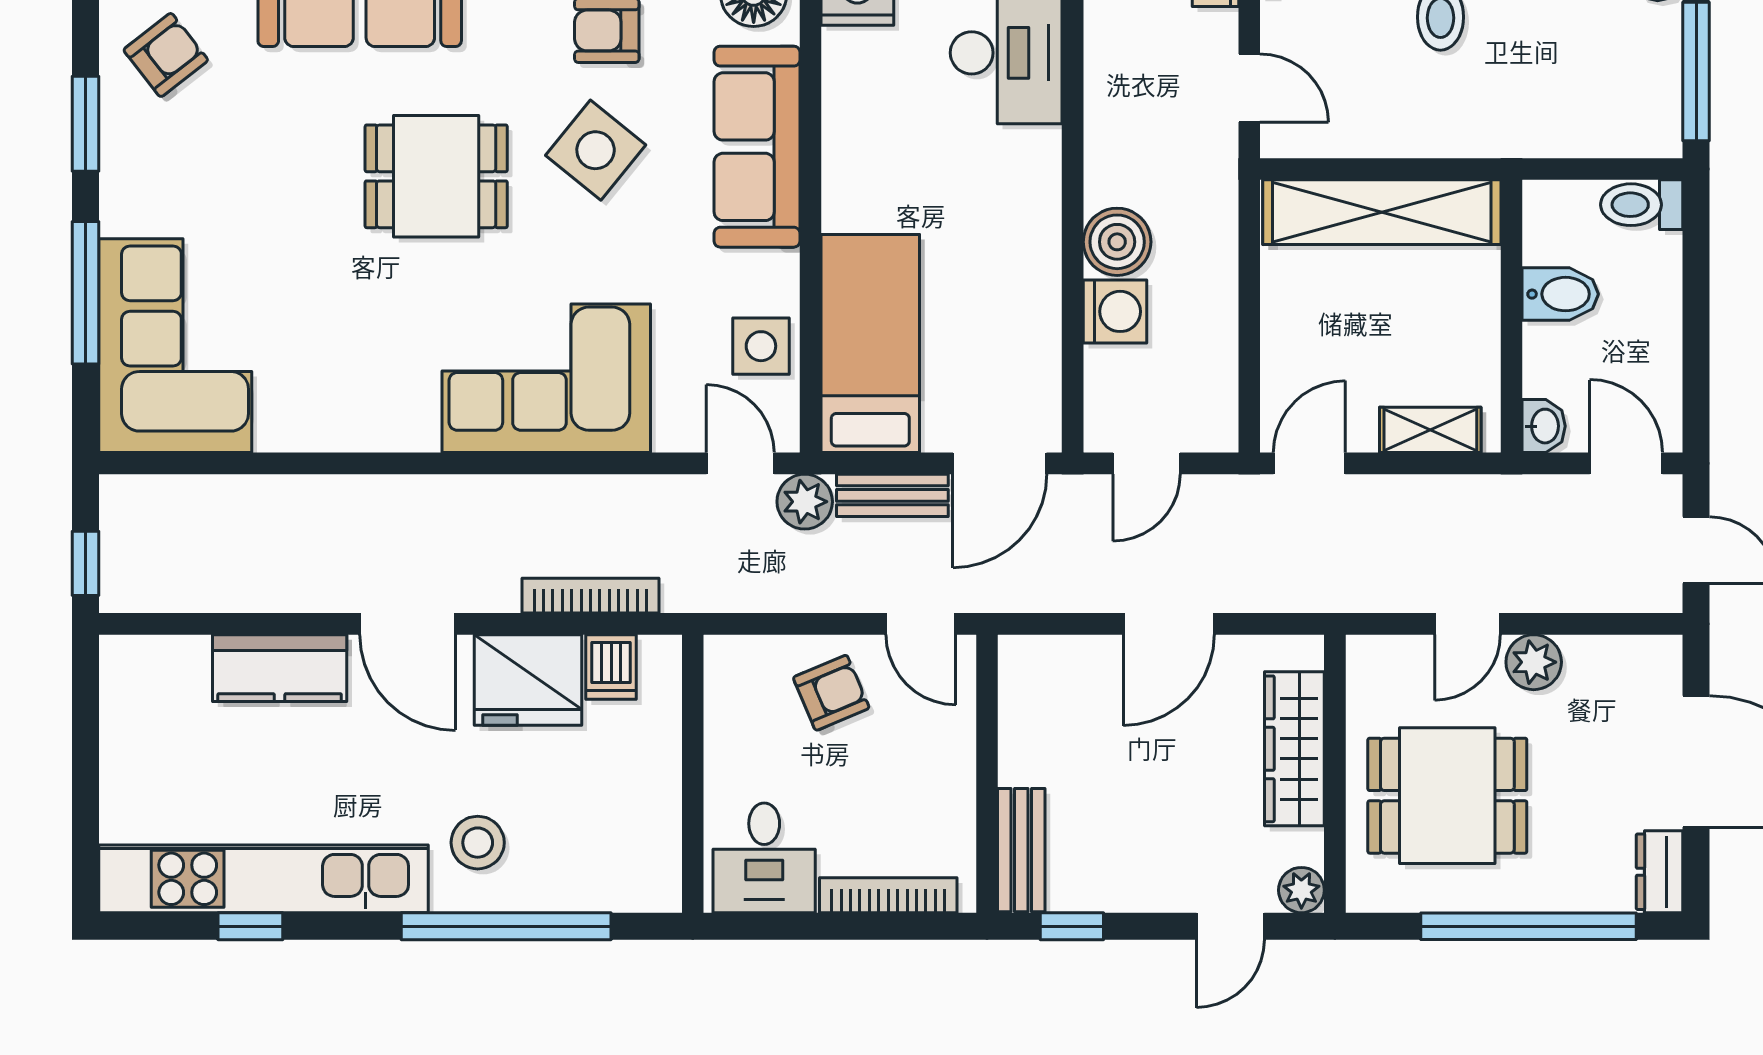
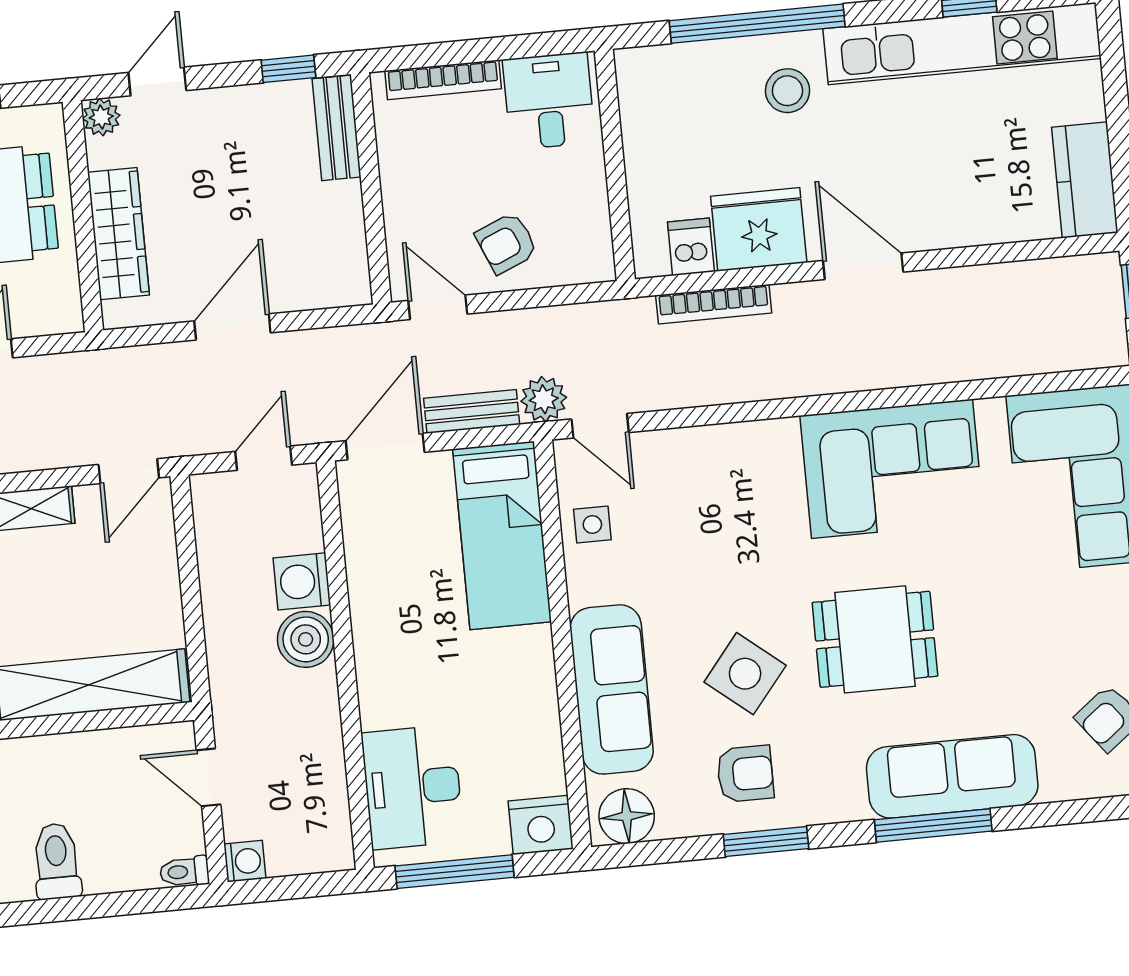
side table: (761, 346) -> (592, 525), width x0.73, depth x0.73
corner sofa: (546, 378) -> (892, 469), moved
kitchen counter: (280, 668) -> (1085, 180), moved, turned -90

